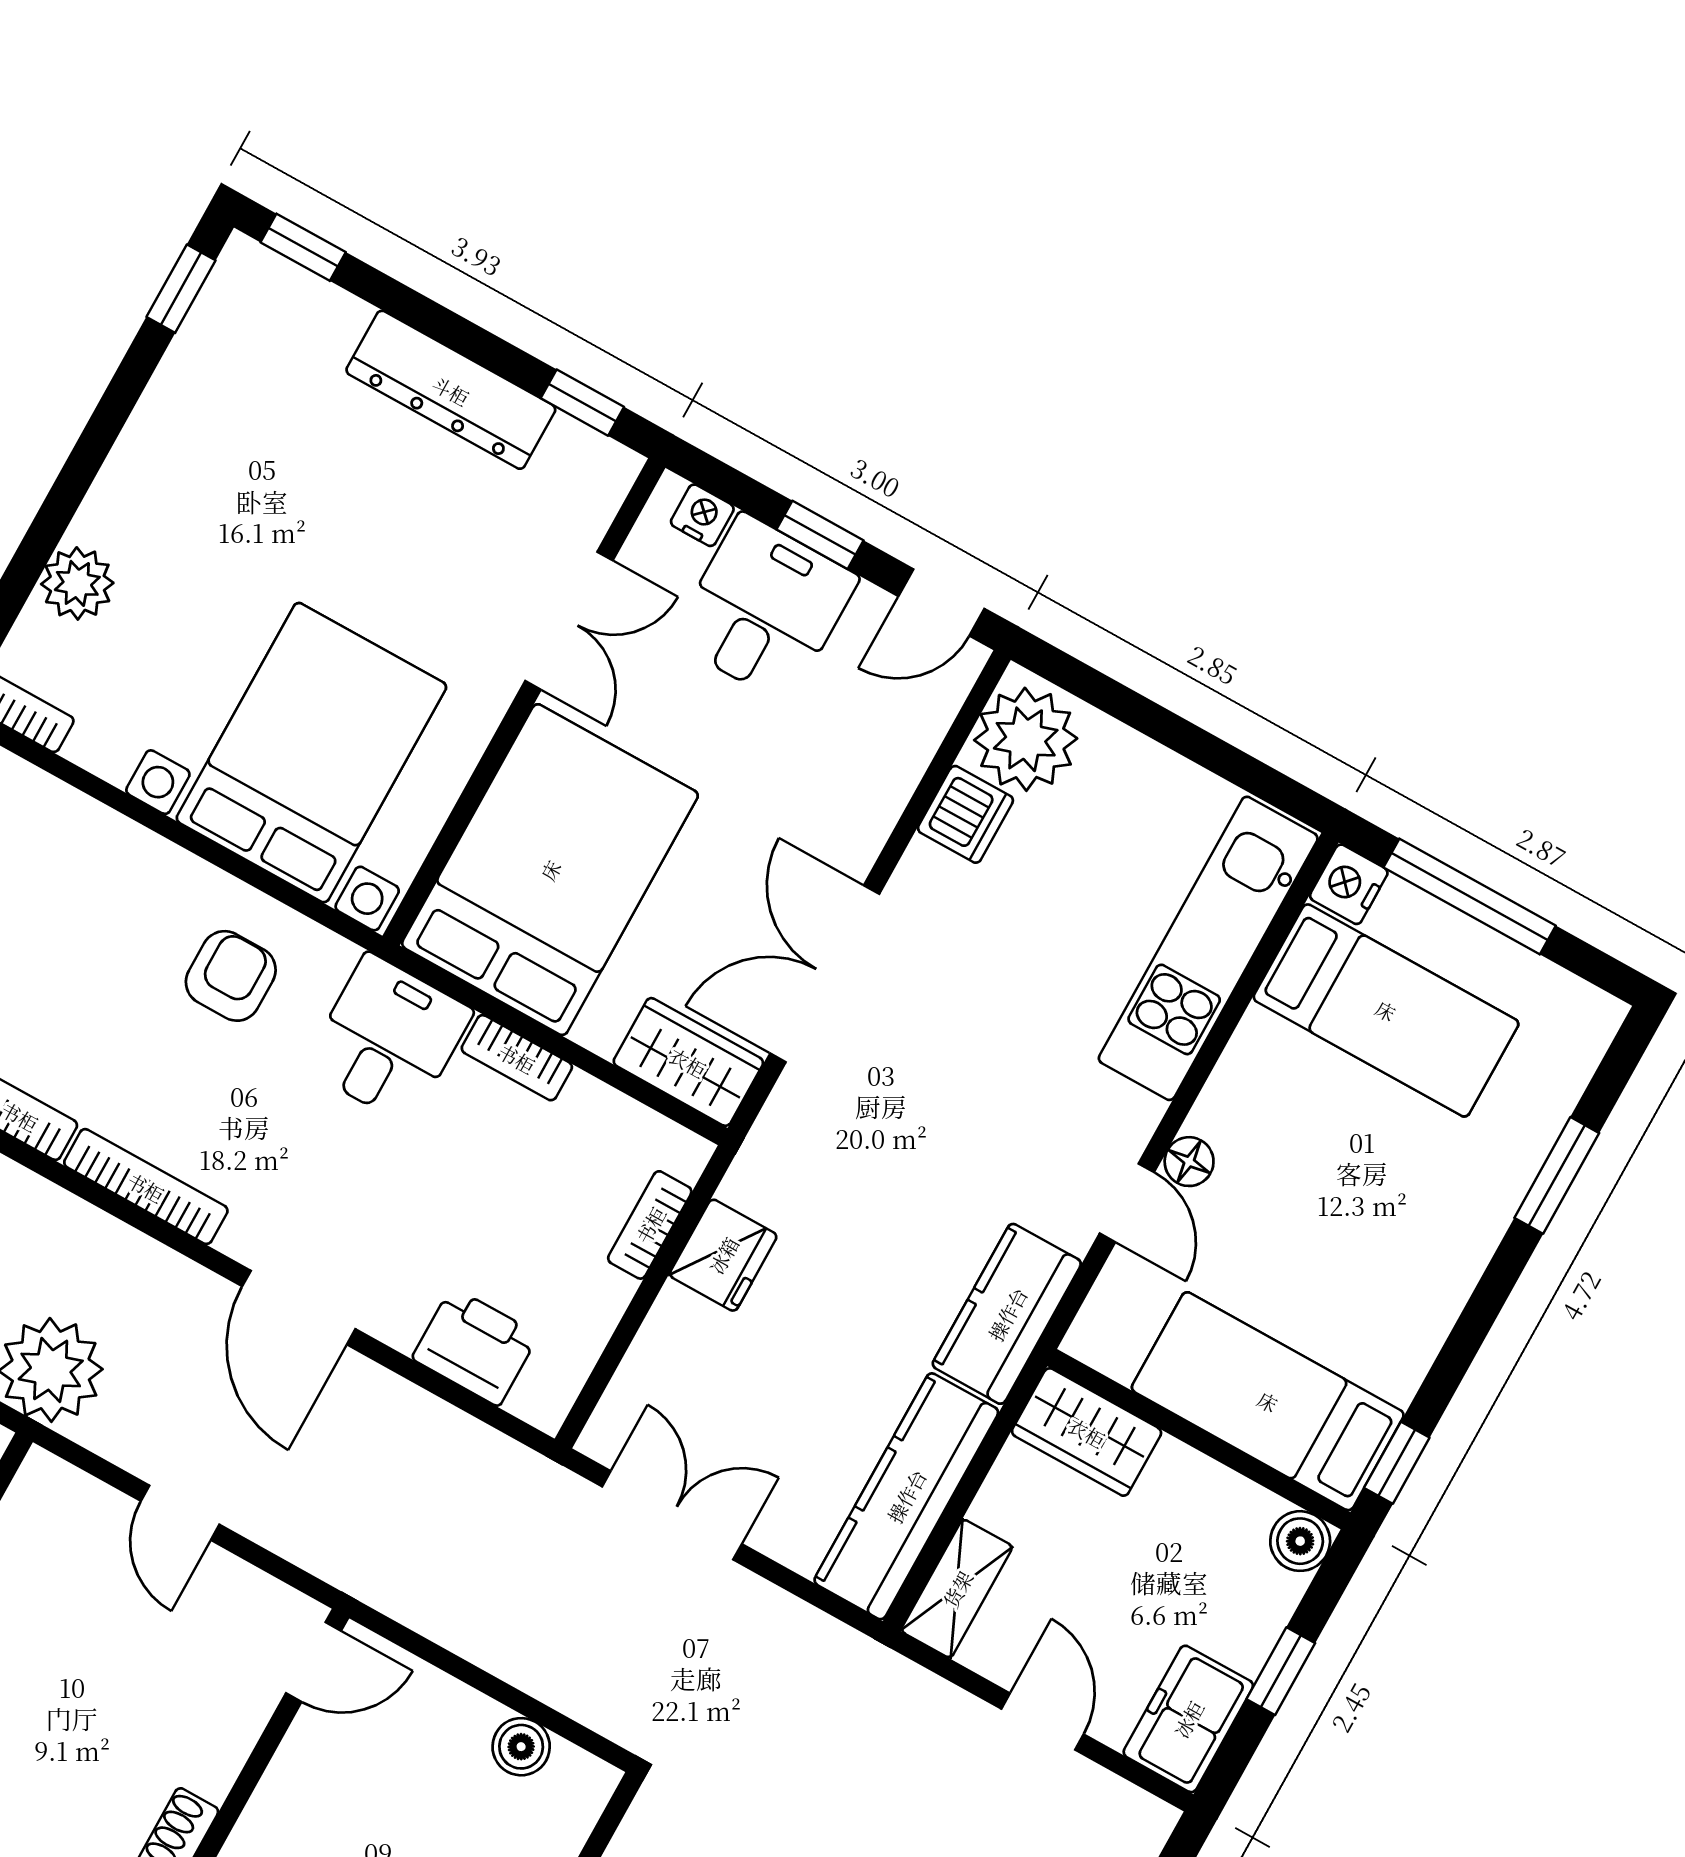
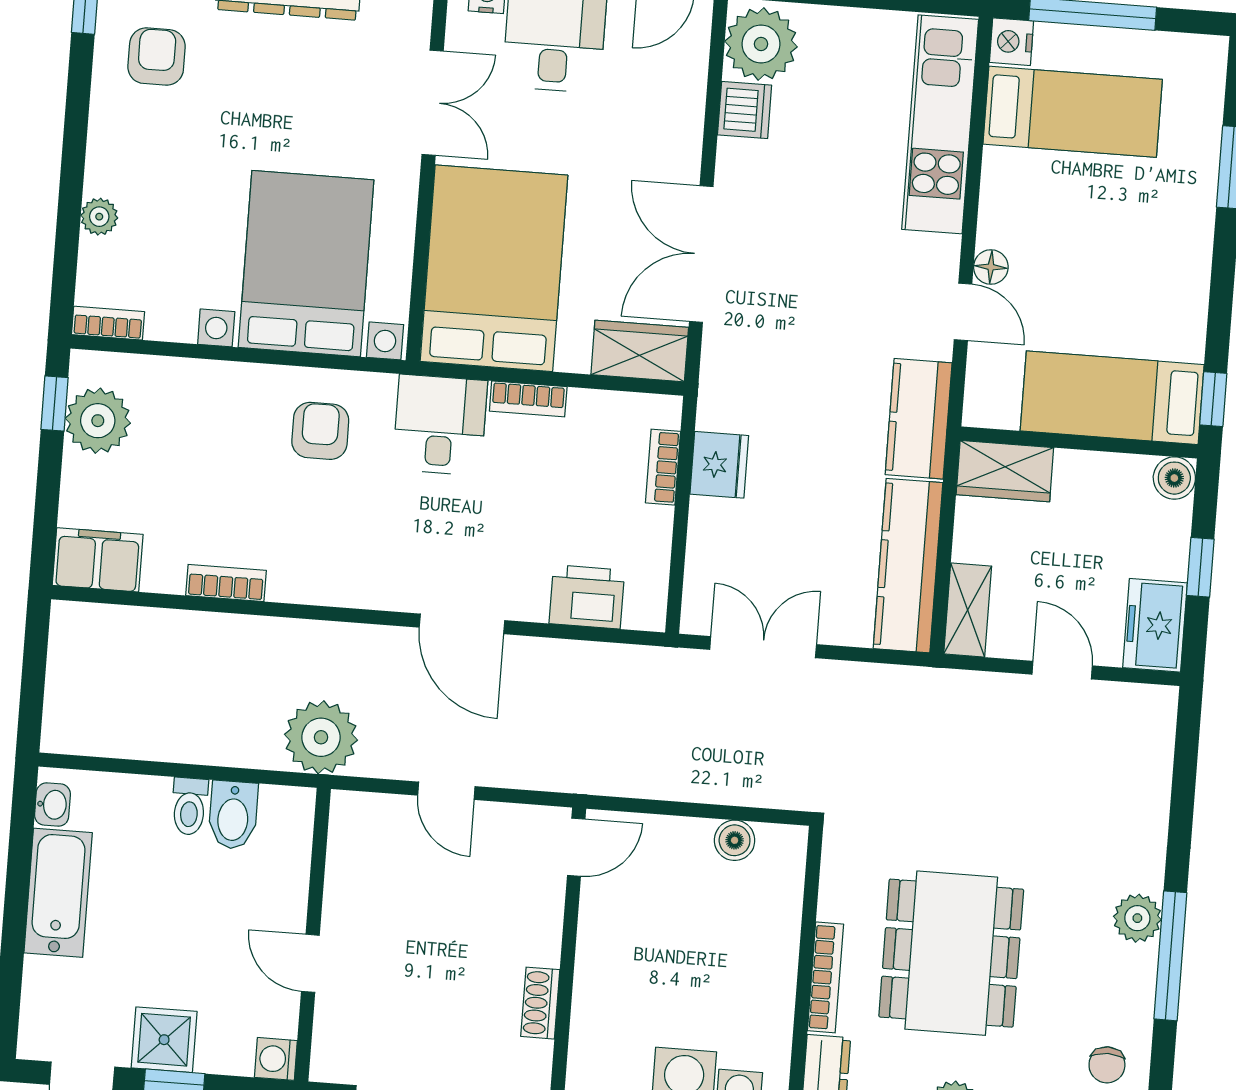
armchair: (242, 398) -> (157, 57), added
plant: (77, 583) -> (99, 217), width x0.73, depth x0.73
bookcase: (146, 1187) -> (328, 591), removed

